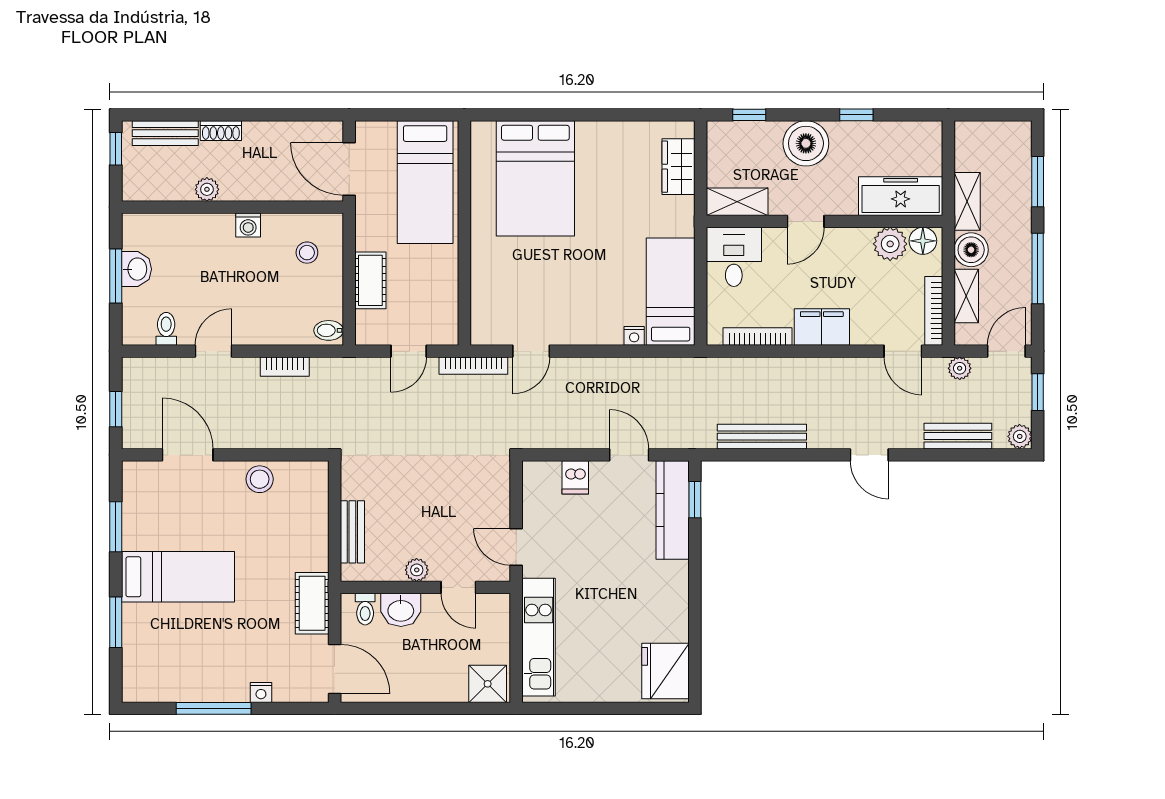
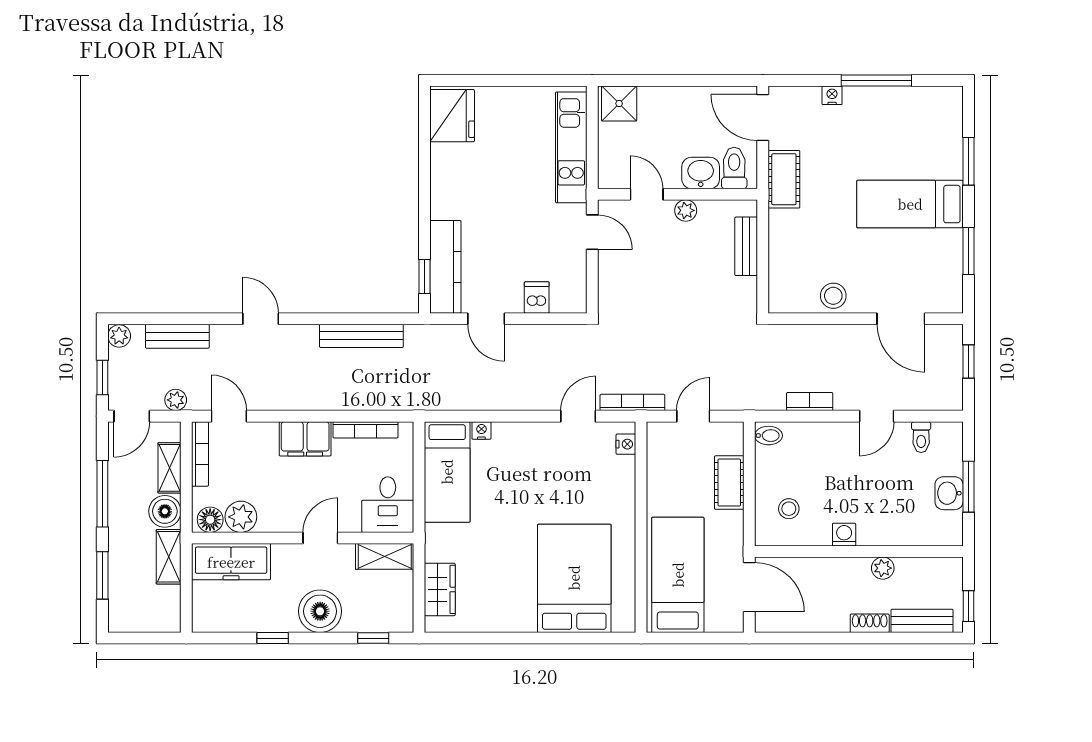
nightstand: (480, 321) -> (626, 444), added
toilet: (365, 609) -> (734, 168), width x1.37, depth x1.39

